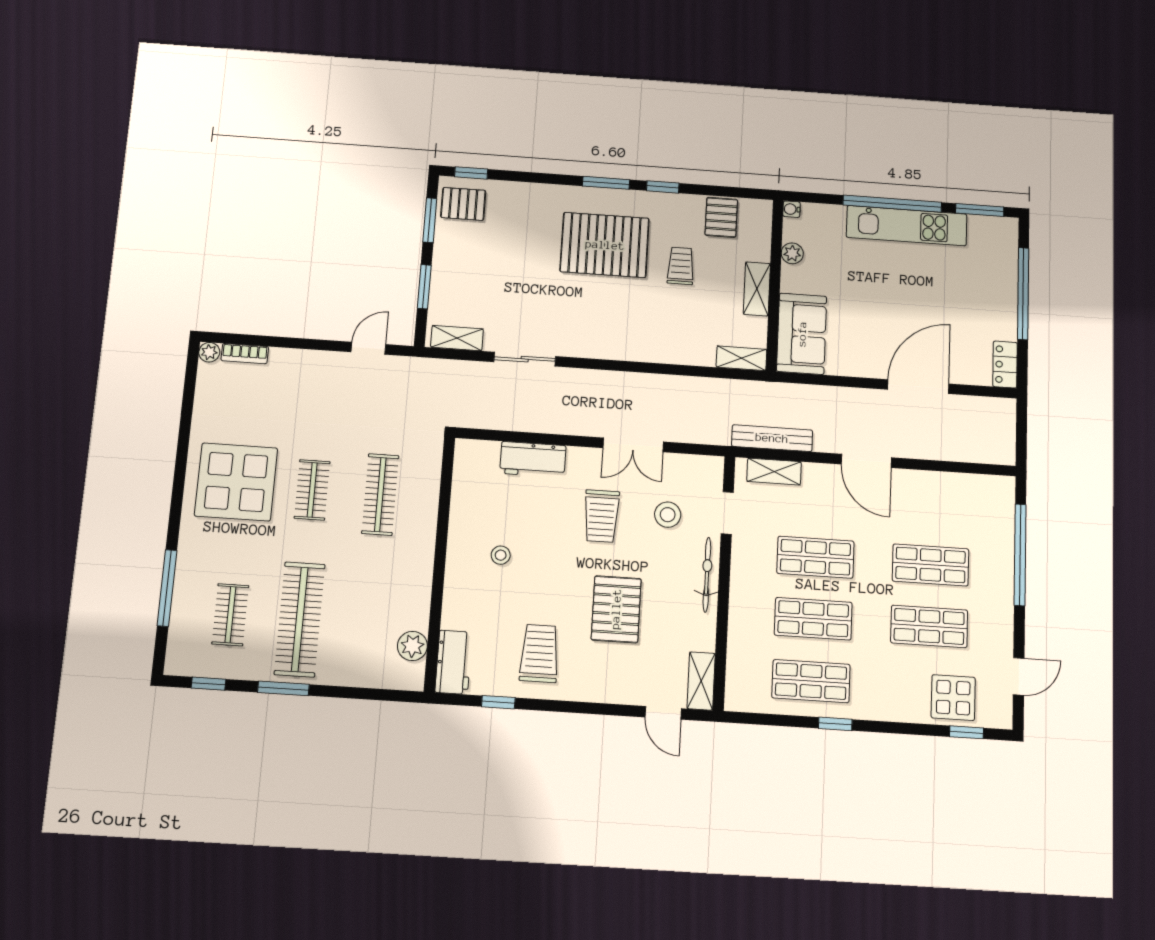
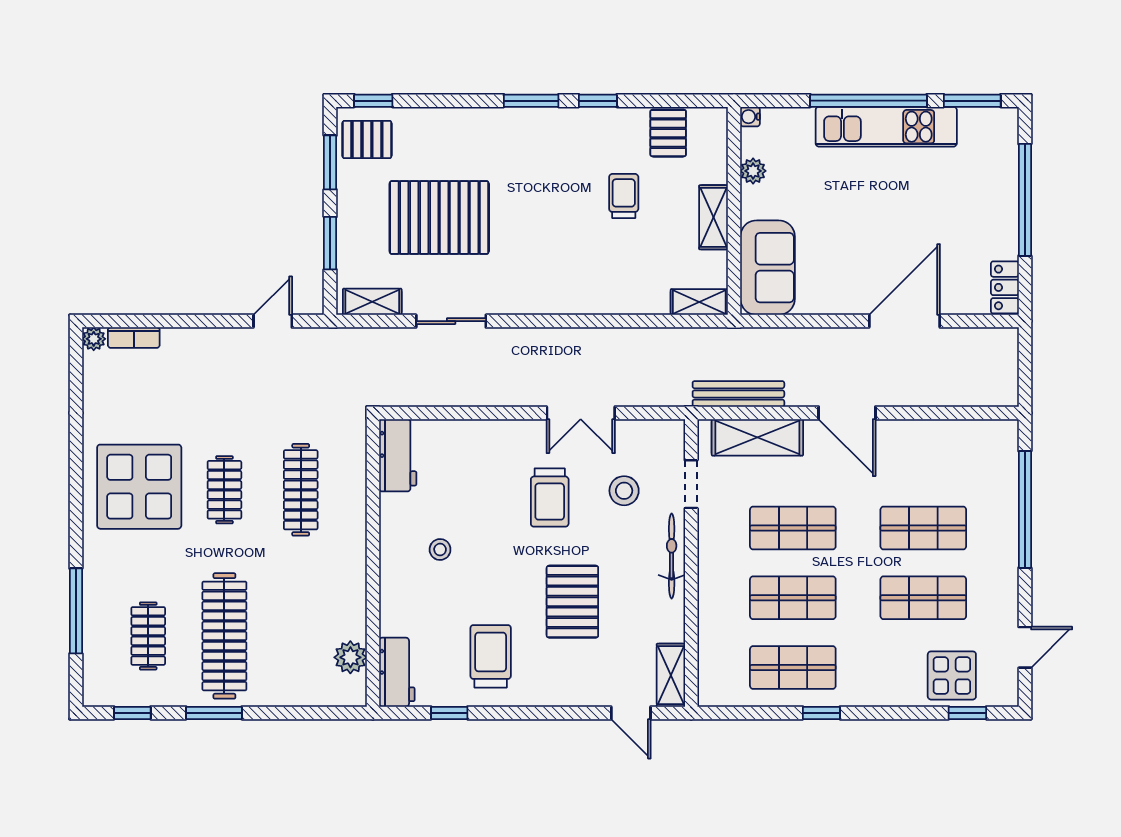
pallet: (605, 245) -> (439, 218), moved
workbench: (533, 459) -> (398, 455), moved, turned -90
shelving: (774, 472) -> (757, 437), width x1.50, depth x1.33

